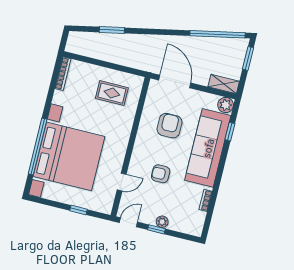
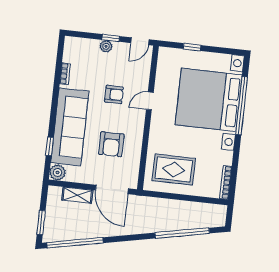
window: (112, 30) -> (182, 233), width x2.11
shelving: (224, 84) -> (77, 195), moved
rug: (112, 93) -> (174, 169), width x1.36, depth x1.43
door: (122, 182) -> (150, 101), moved

